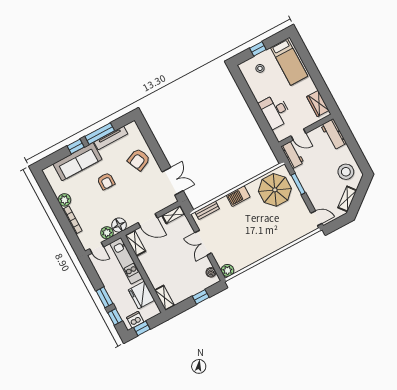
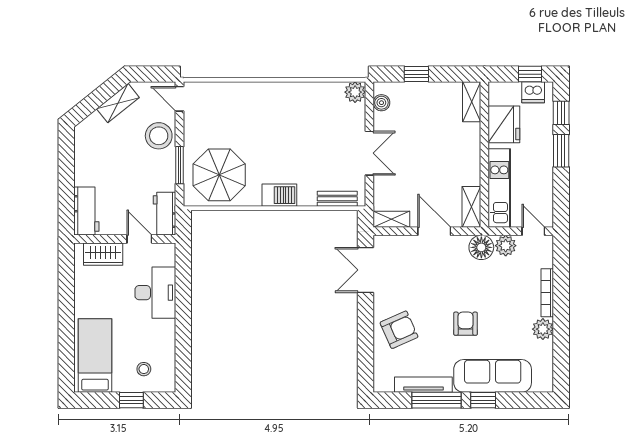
wardrobe: (318, 104) -> (103, 254), moved, turned 90
stool: (346, 172) -> (159, 136), moved

